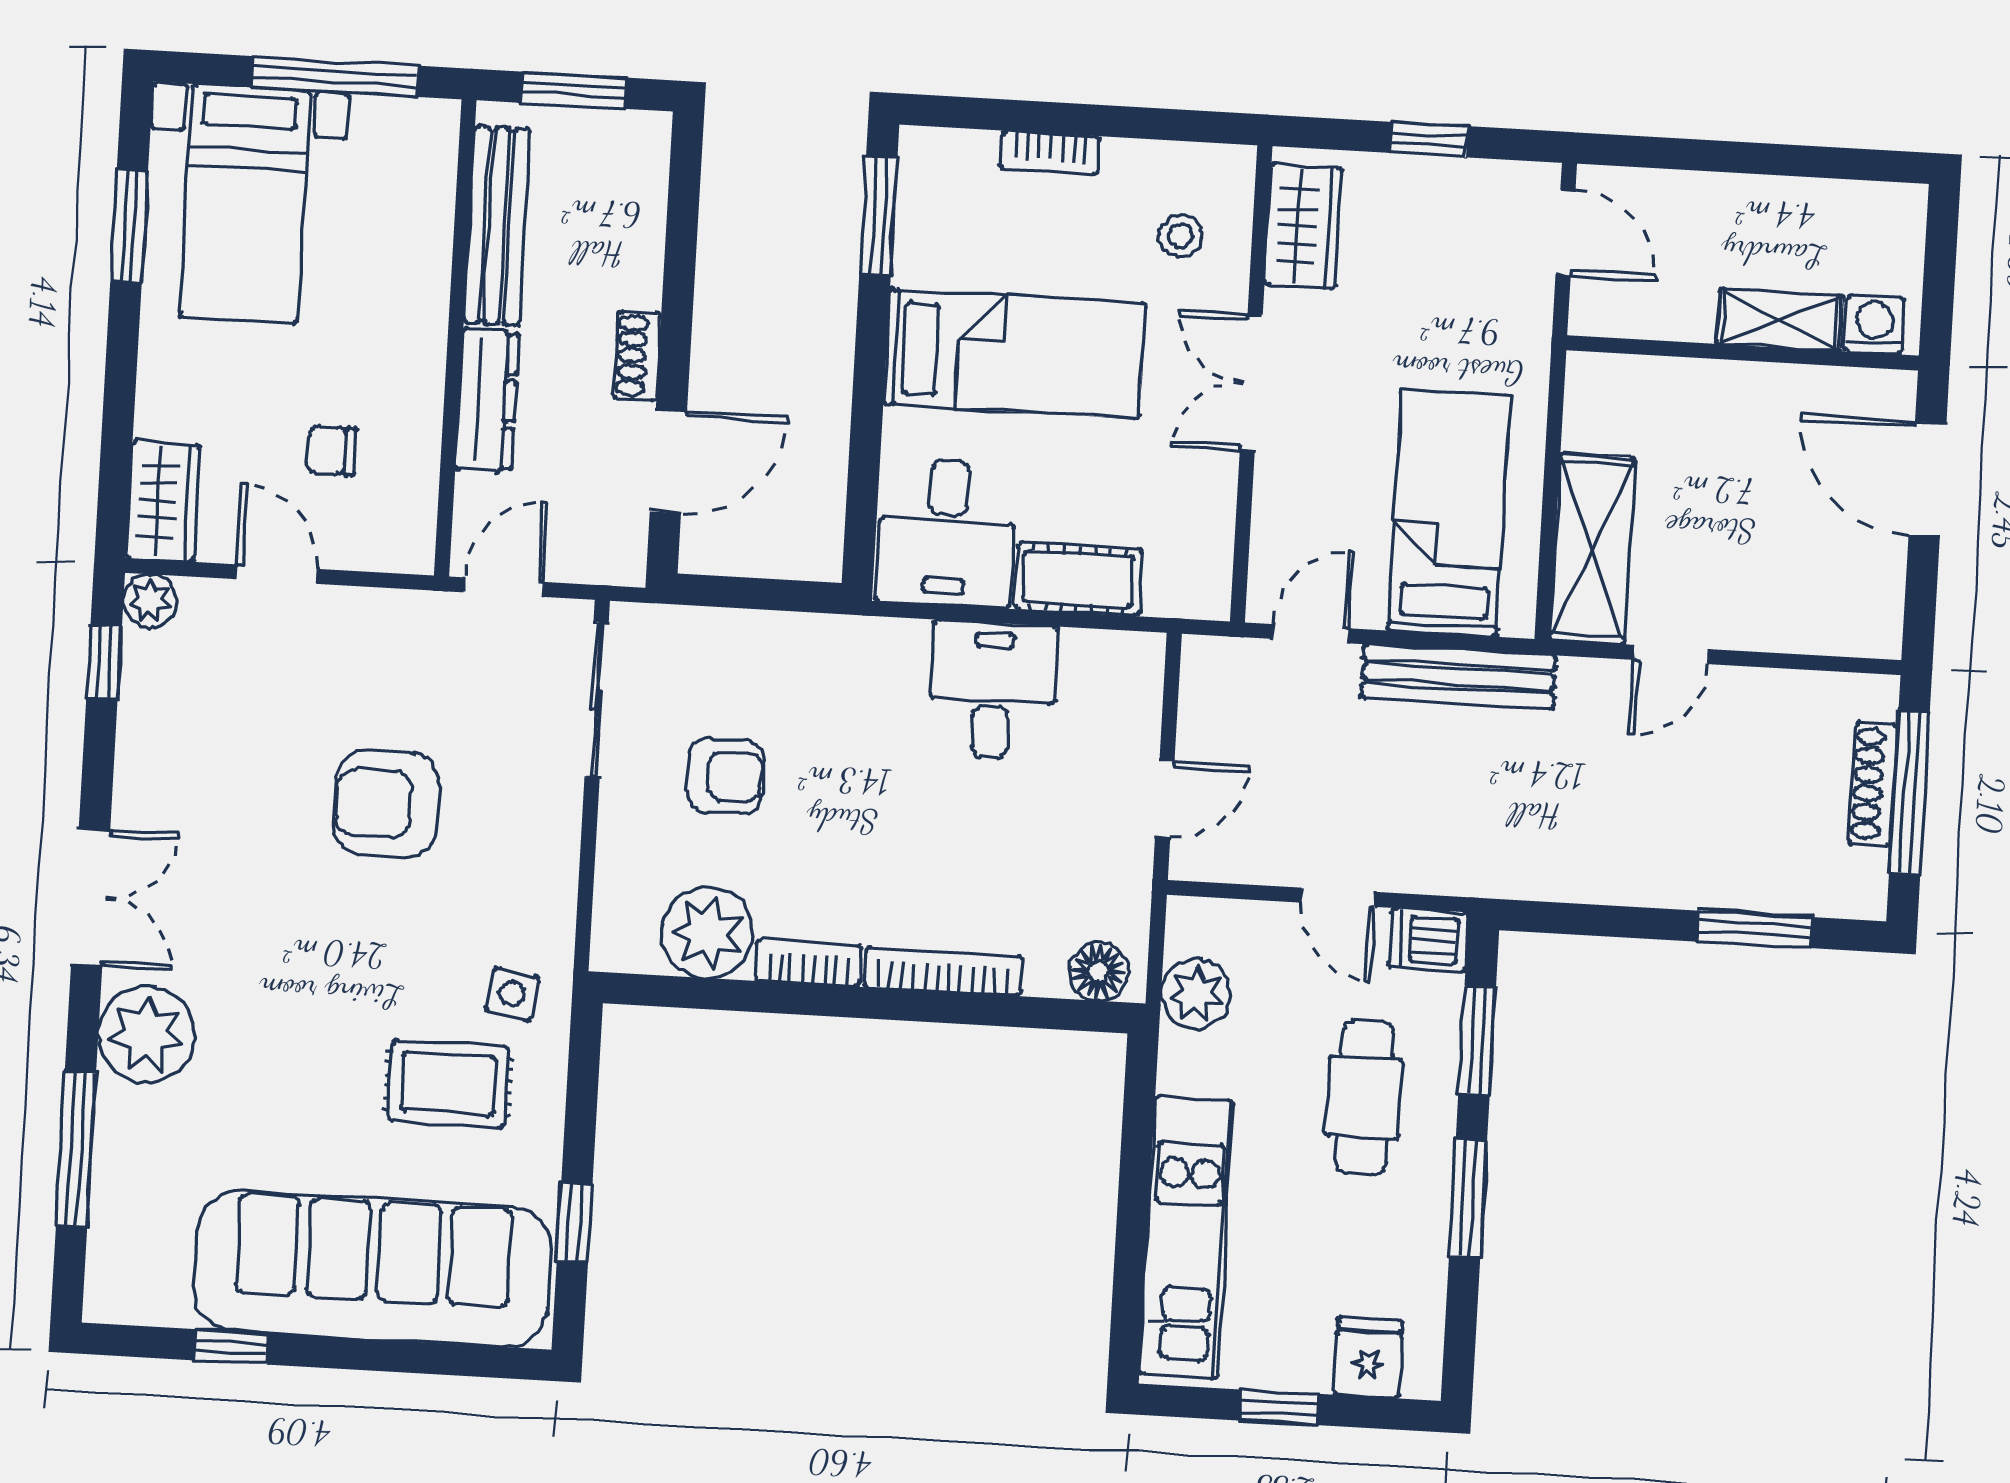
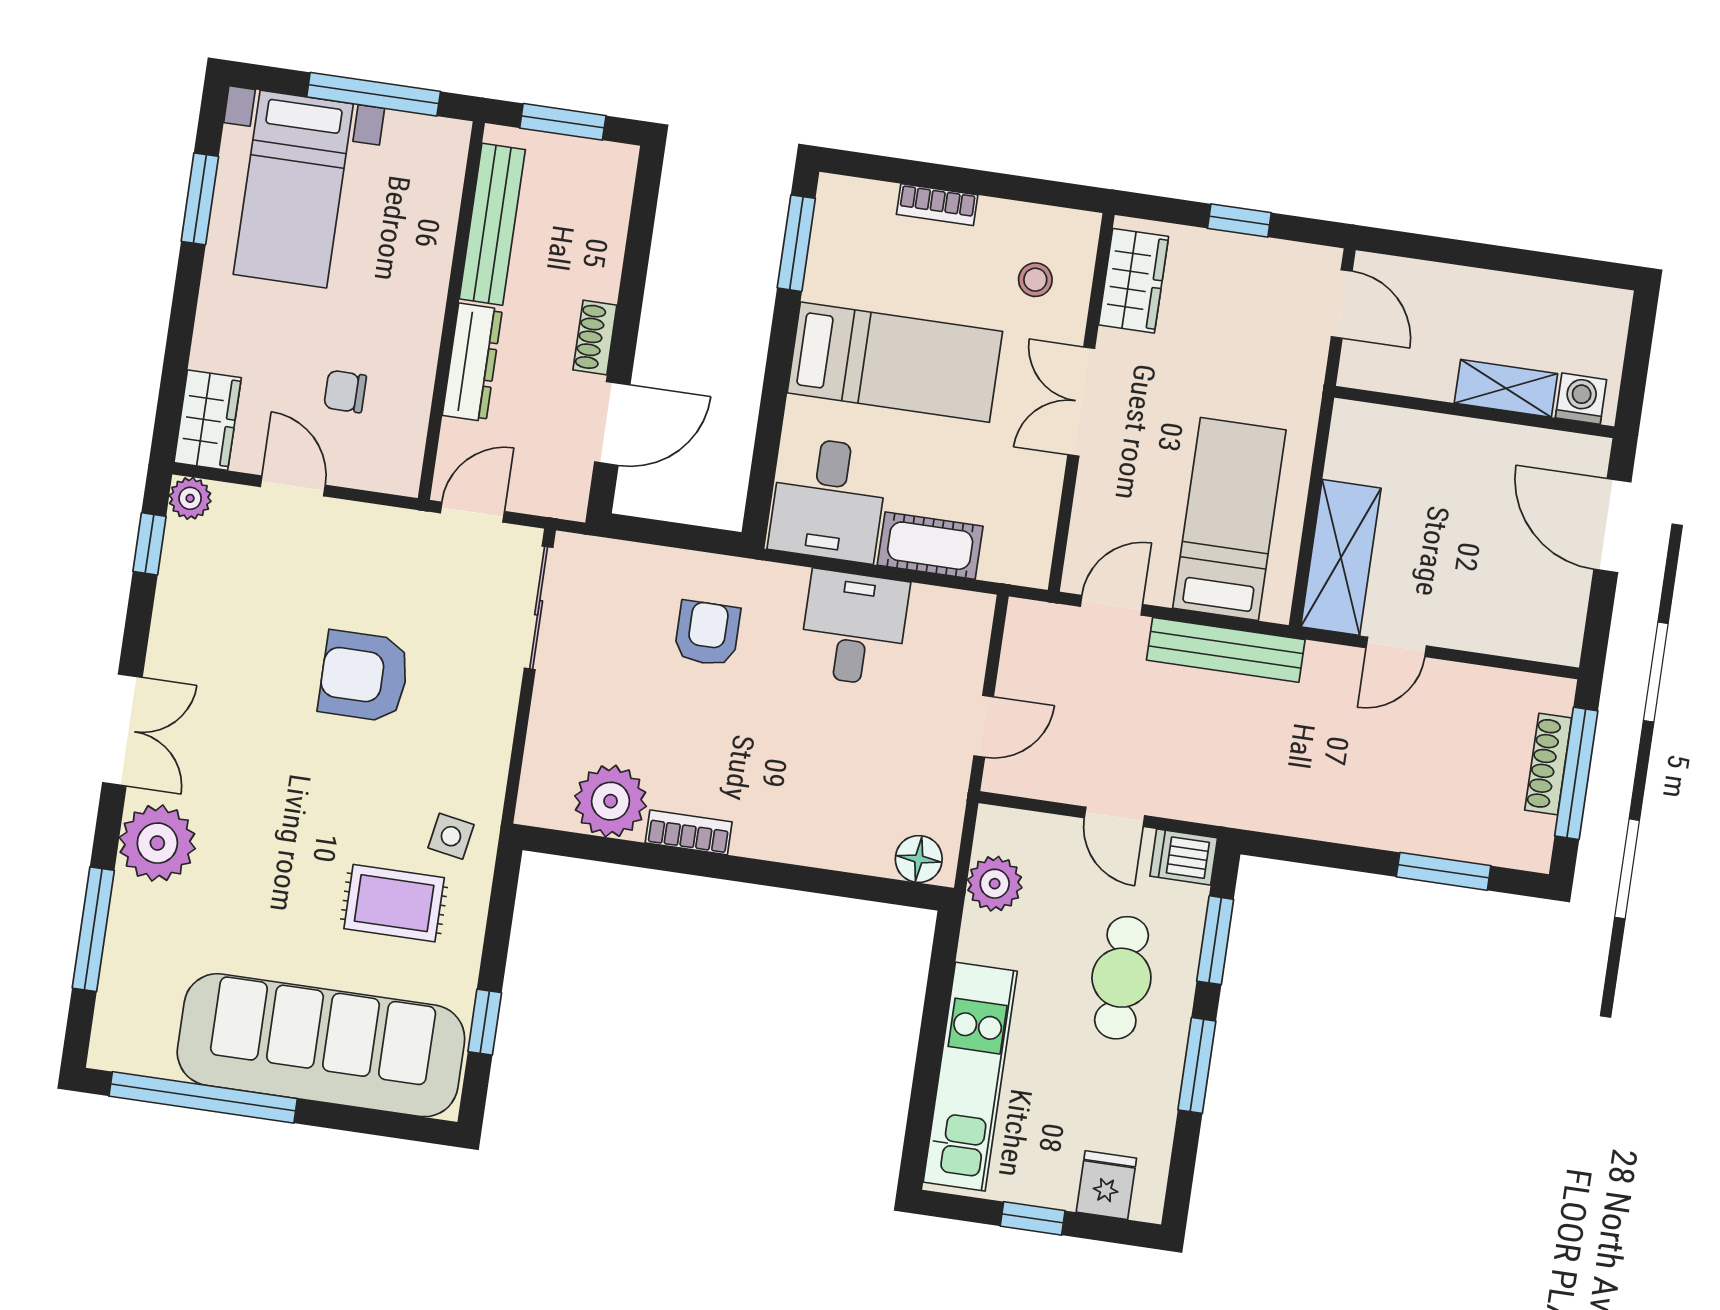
armchair: (726, 776) -> (707, 633), moved, turned -90
bookcase: (944, 972) -> (796, 849), removed
window: (231, 1347) -> (203, 1097), width x3.17

